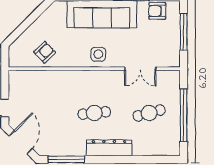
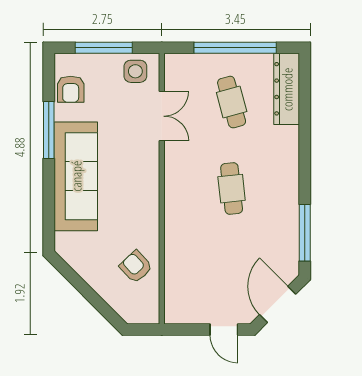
side table: (98, 54) -> (135, 71), moved
door: (21, 142) -> (278, 304), hinge flipped
dresser: (109, 148) -> (287, 89), moved

